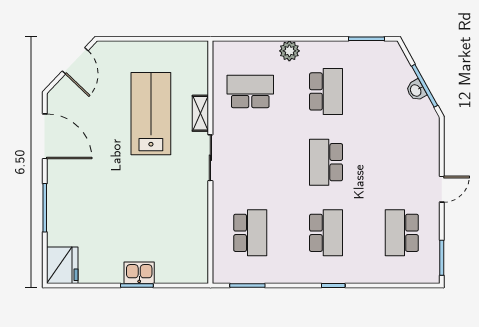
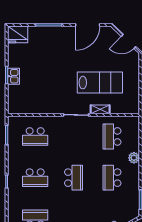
school desk: (250, 91) -> (112, 136), turned 180
school desk: (326, 91) -> (112, 178), turned 90
school desk: (326, 162) -> (74, 178), turned 90

